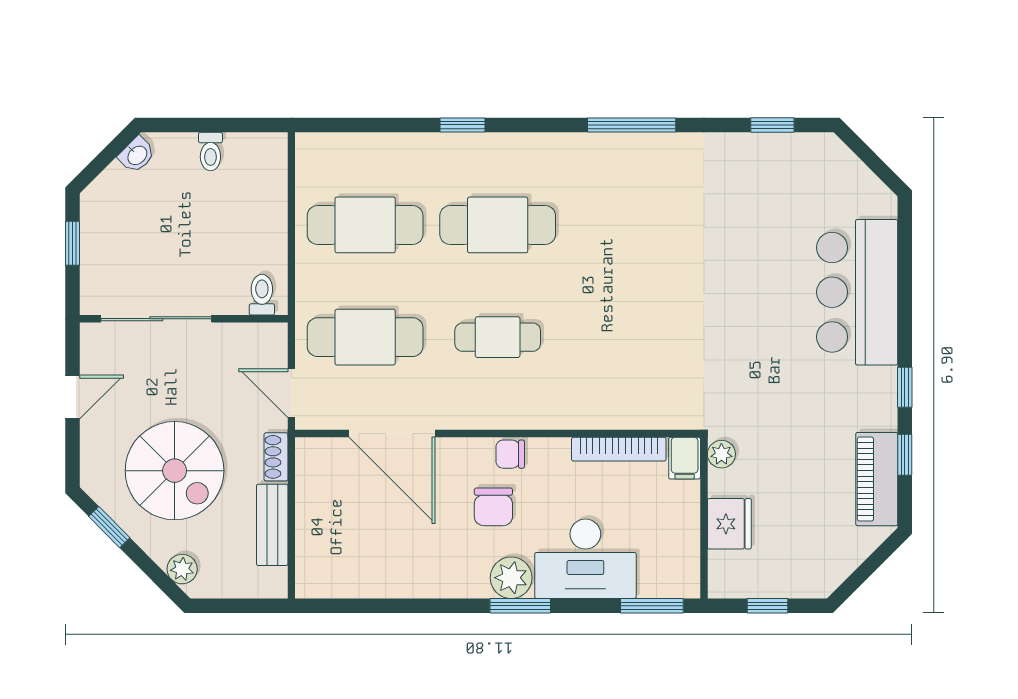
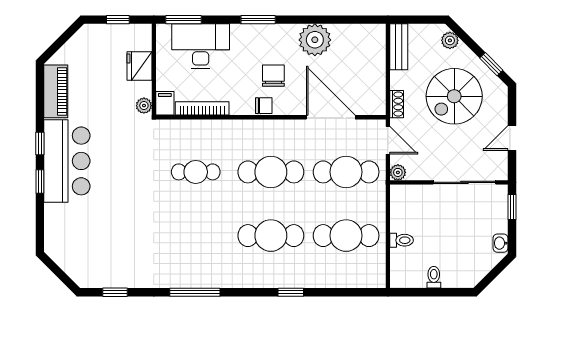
washbasin: (137, 155) -> (501, 243), moved, turned -45
window: (73, 243) -> (512, 207), moved
bar counter: (857, 292) -> (67, 161), moved
toilet: (262, 295) -> (402, 240), moved, turned -90
plant: (274, 336) -> (398, 172), added
cafe table: (498, 337) -> (271, 172), width x1.37, depth x1.35
cafe table: (630, 337) -> (196, 172), added
window: (905, 455) -> (40, 181), moved
spiral stairs: (175, 471) -> (454, 96), turned -90
bench: (272, 525) -> (399, 47), moved
desk: (585, 559) -> (201, 46), moved
plant: (511, 578) -> (315, 40), moved, width x1.36, depth x1.36

